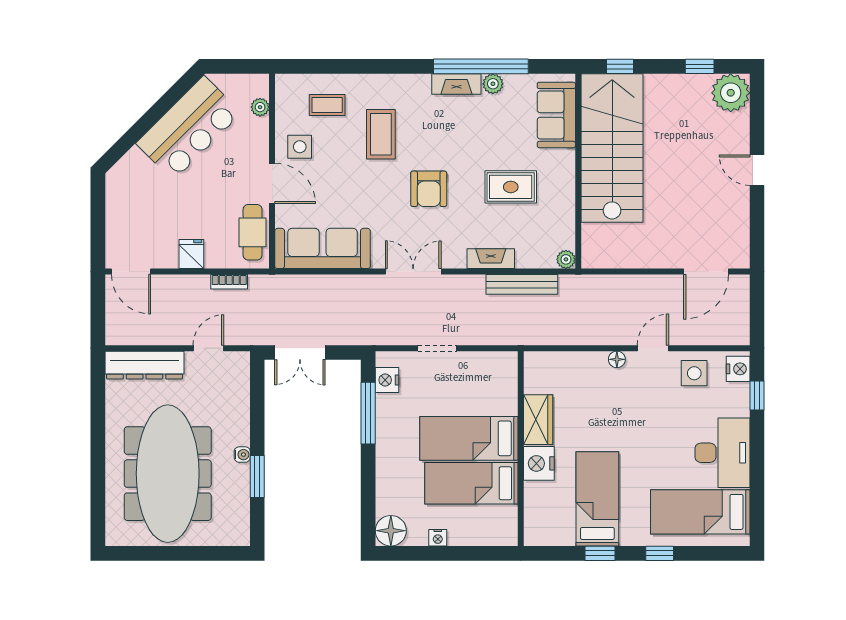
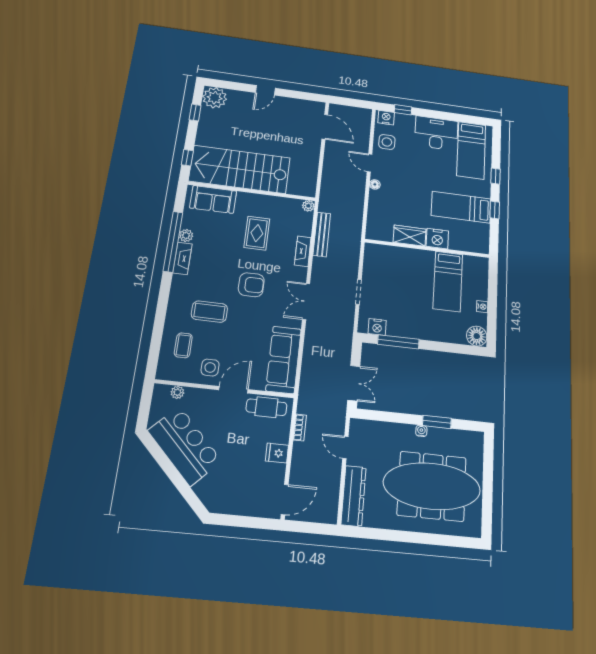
bed: (469, 438) -> (419, 279), removed

